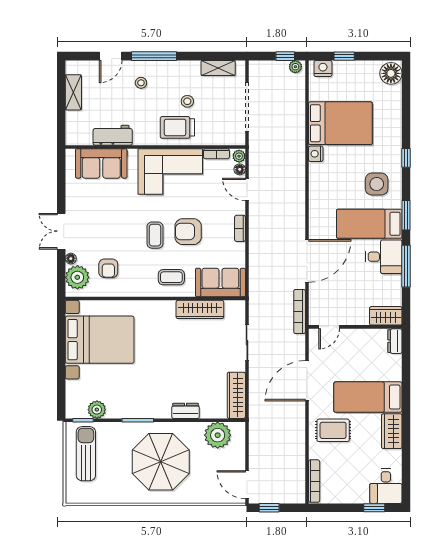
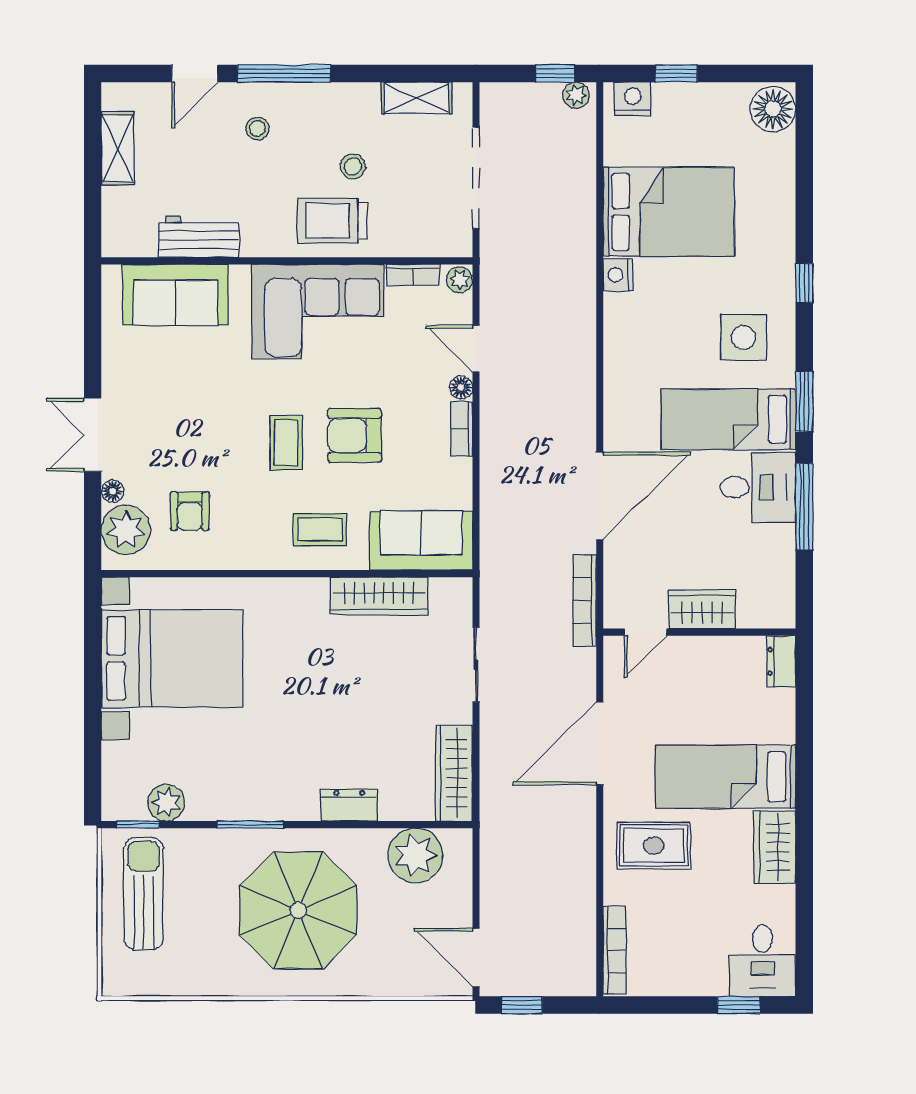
floor lamp: (240, 169) -> (461, 387), moved
wardrobe: (386, 316) -> (702, 609), moved

